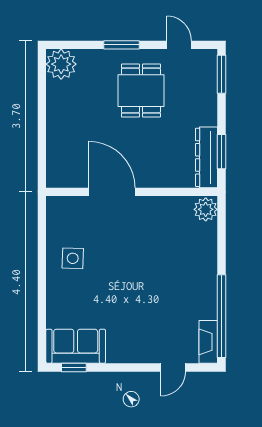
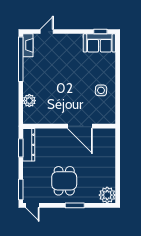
door: (179, 45) -> (32, 205), moved
plant: (206, 209) -> (29, 101), moved

